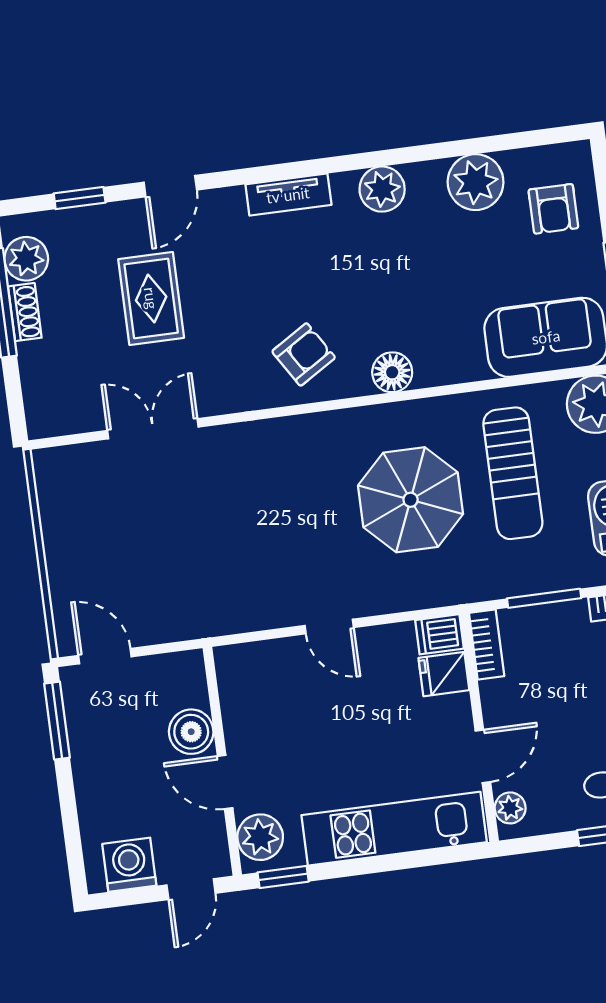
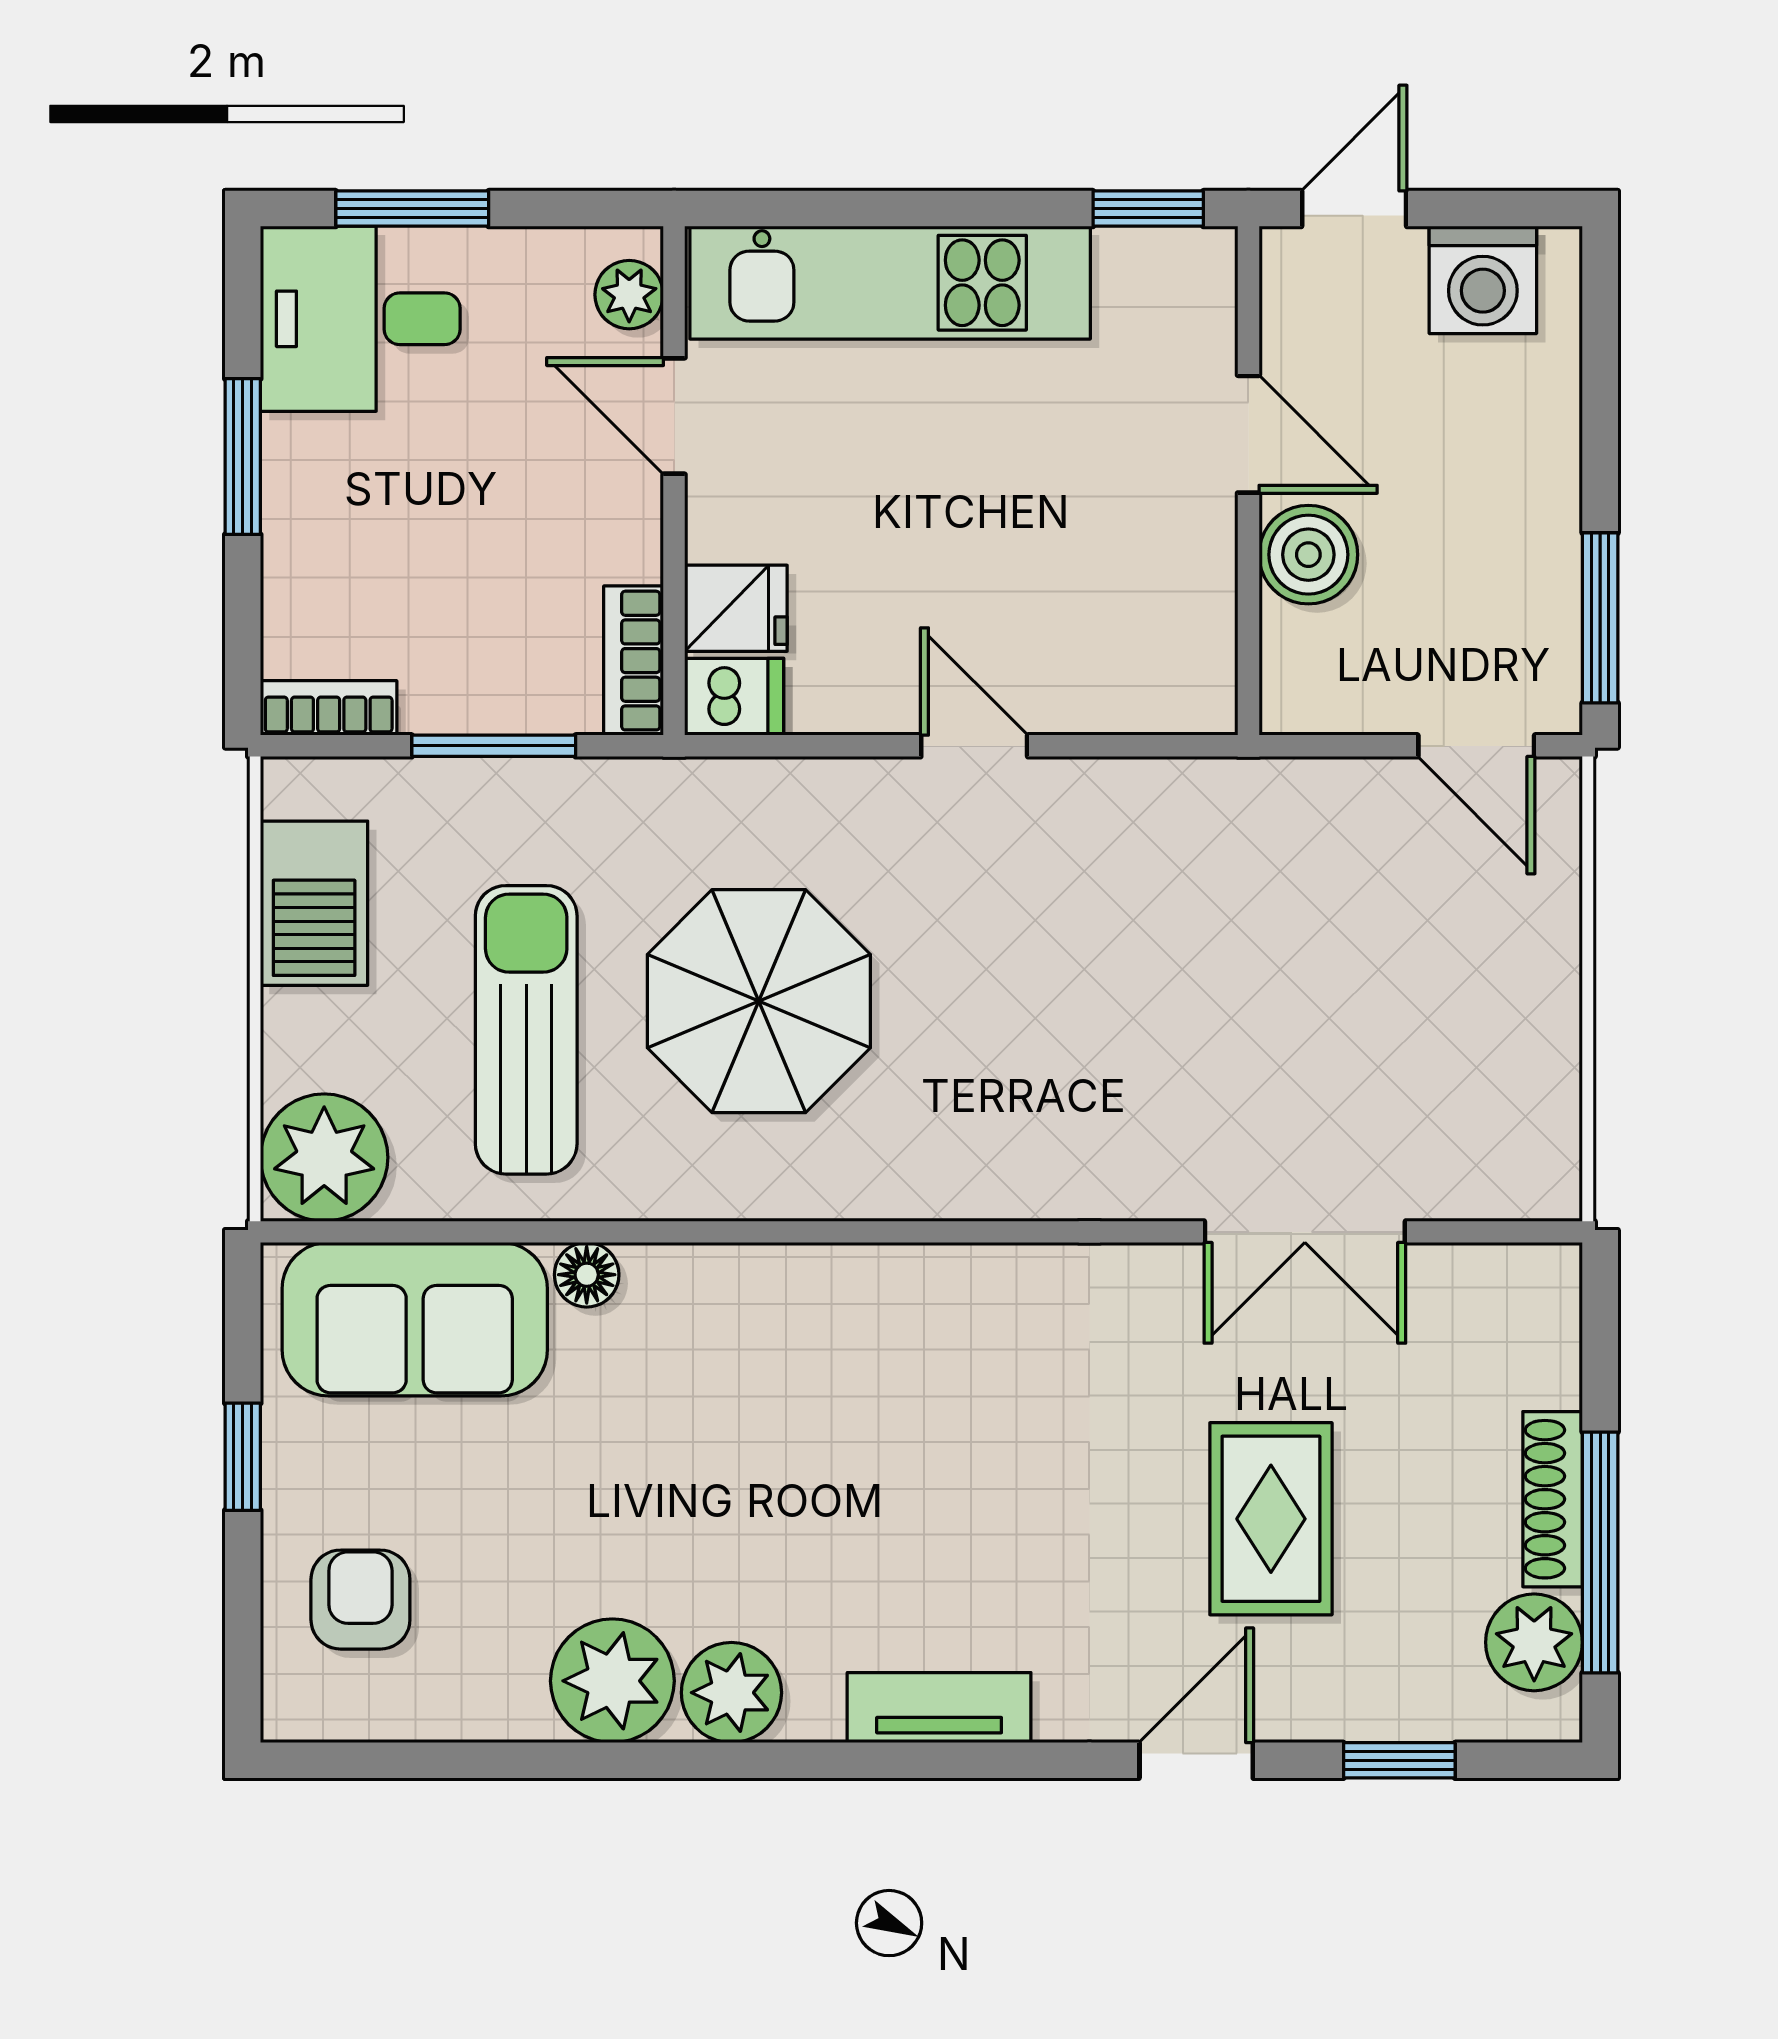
plant: (476, 182) -> (612, 1681), moved
shoe rack: (25, 312) -> (1553, 1499), width x1.43
armchair: (304, 354) -> (952, 1352), removed
floor lamp: (392, 372) -> (587, 1275), moved, width x0.73, depth x0.73
door: (483, 756) -> (674, 416), hinge flipped
plant: (260, 837) -> (1187, 303), removed

